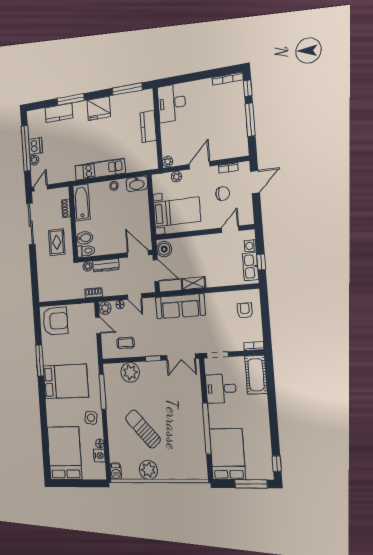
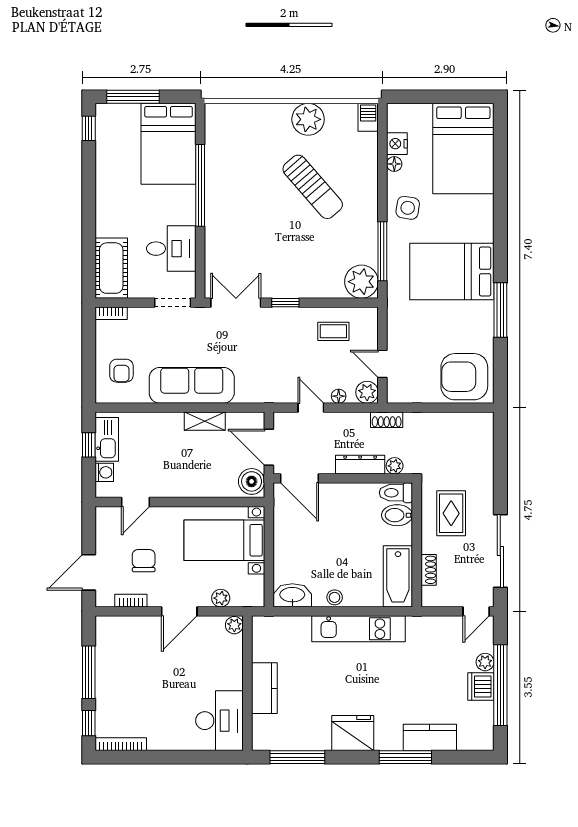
chair: (223, 194) -> (144, 561), turned 90
sofa: (180, 306) -> (192, 385), moved
plant: (130, 372) -> (361, 282), moved

